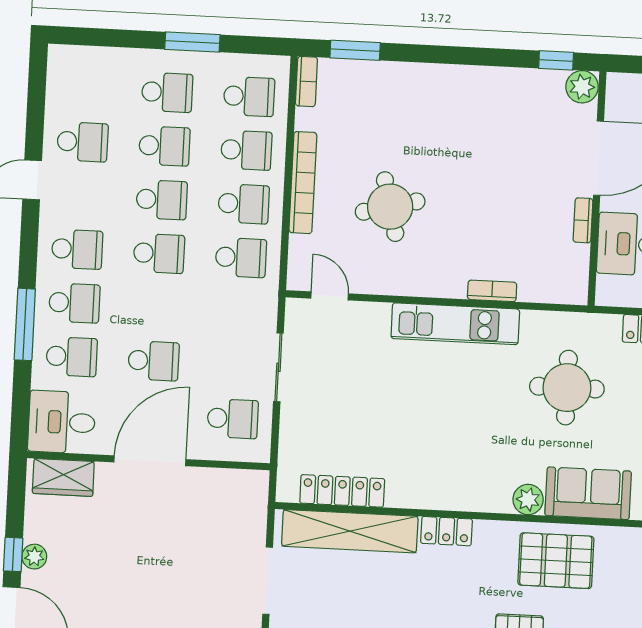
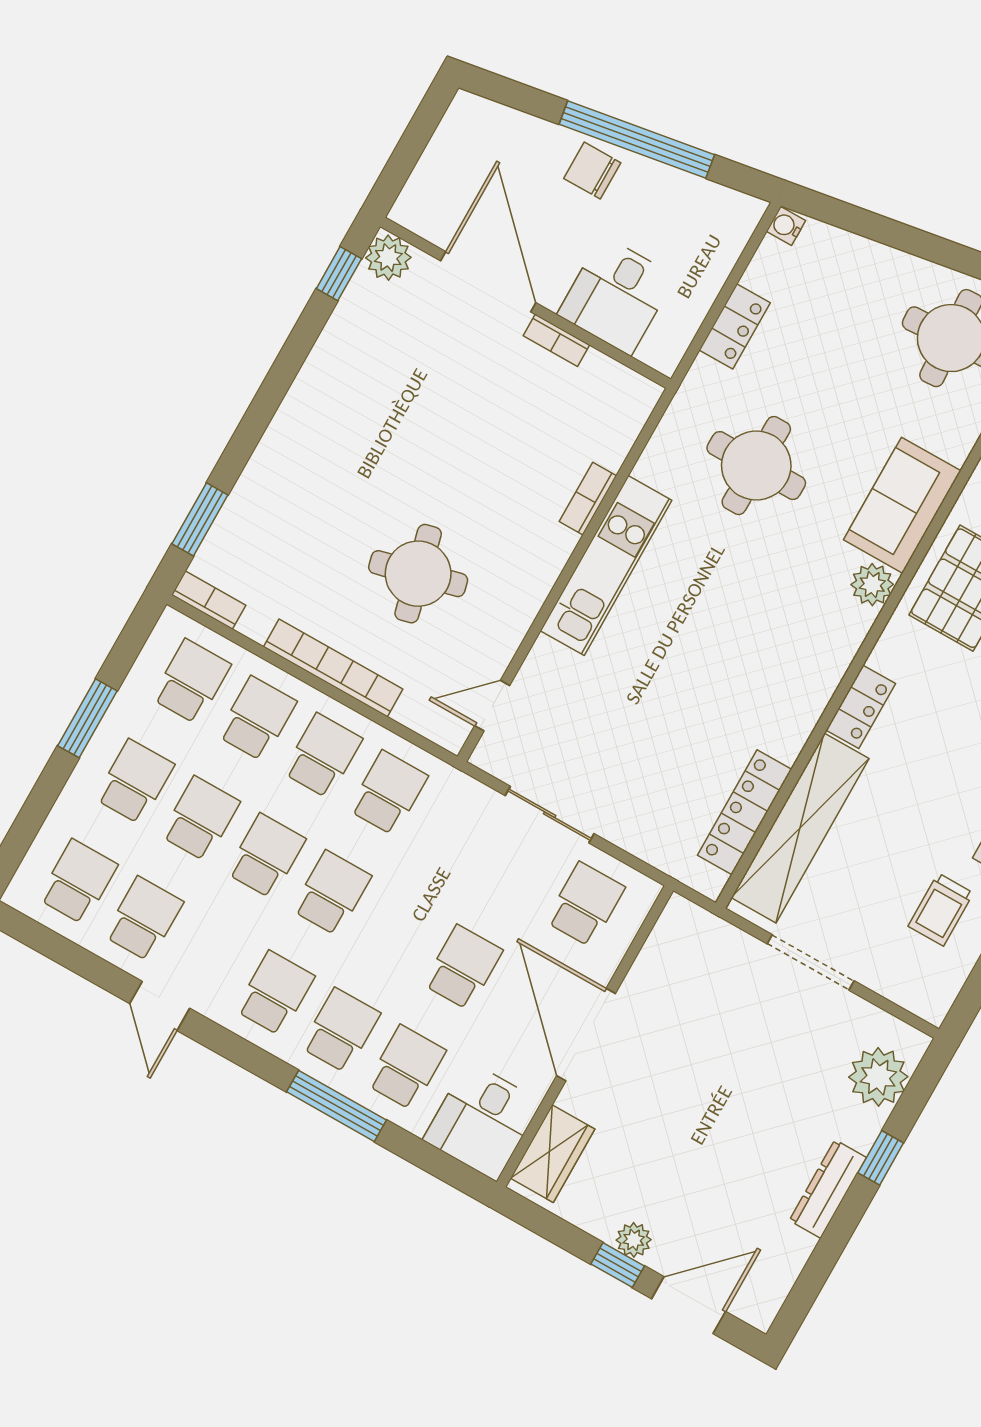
school desk: (85, 88) -> (78, 882), added

